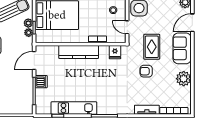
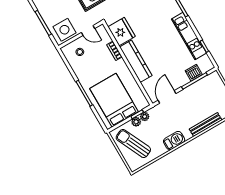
door: (127, 27) -> (88, 30), hinge flipped
fridge: (115, 52) -> (122, 32), width x1.88, depth x1.34
door: (34, 61) -> (167, 97), swing flipped
dishwasher: (41, 82) -> (194, 73), moved

